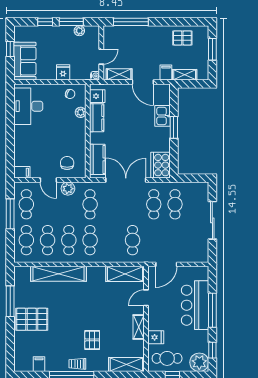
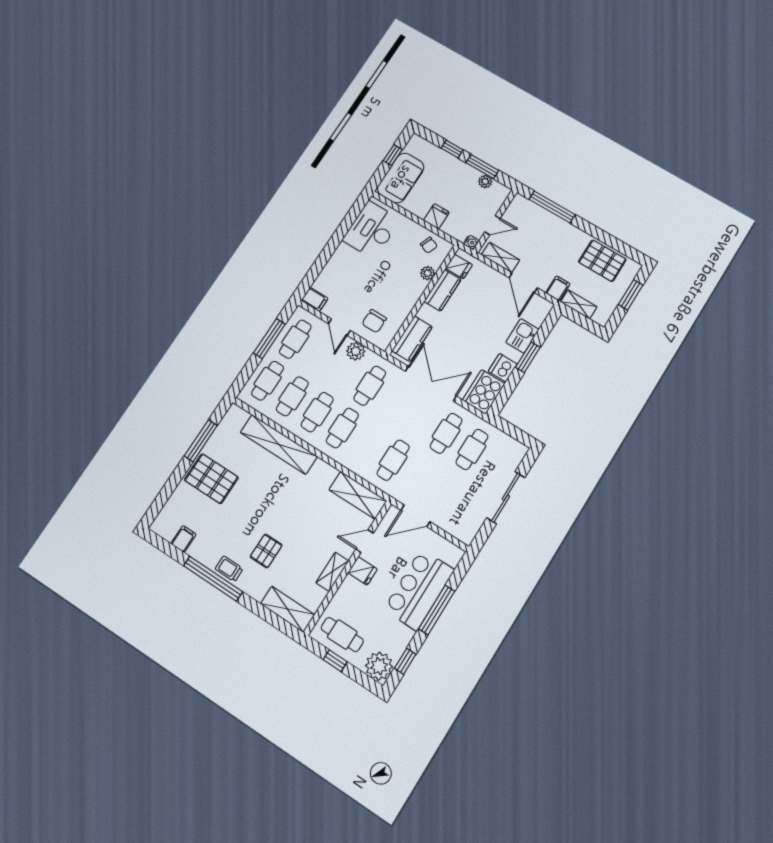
pallet: (182, 38) -> (602, 261), width x1.50, depth x1.42
dishwasher: (163, 143) -> (503, 368), added
chair: (67, 163) -> (374, 321), turned 180
fridge: (156, 337) -> (363, 571), moved

